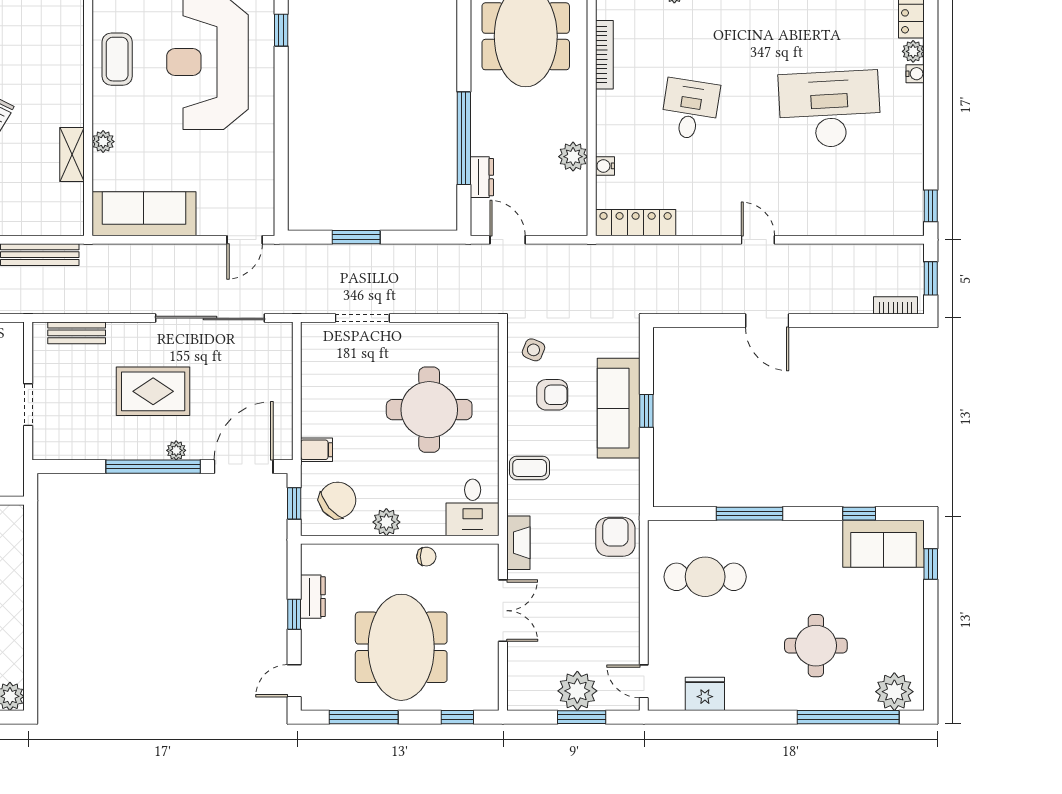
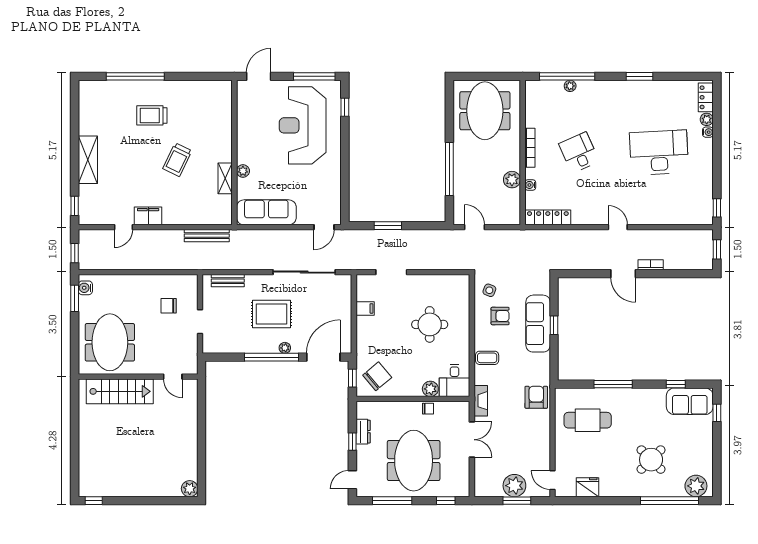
bookcase: (604, 55) -> (530, 148), moved
coffee table: (117, 59) -> (251, 124), removed
desk: (690, 109) -> (579, 153), turned -33
dresser: (482, 177) -> (460, 191), removed
bookcase: (896, 305) -> (651, 265), moved
round table: (429, 410) -> (430, 324), width x0.73, depth x0.73
filing cabinet: (317, 450) -> (365, 308), moved
plant: (386, 522) -> (430, 389), moved
round table: (816, 646) -> (651, 460), turned 45

